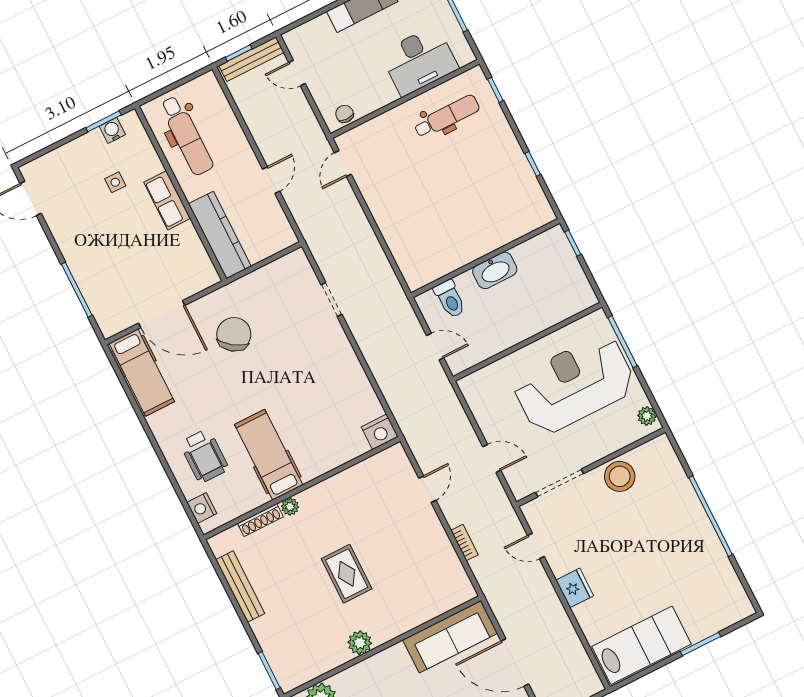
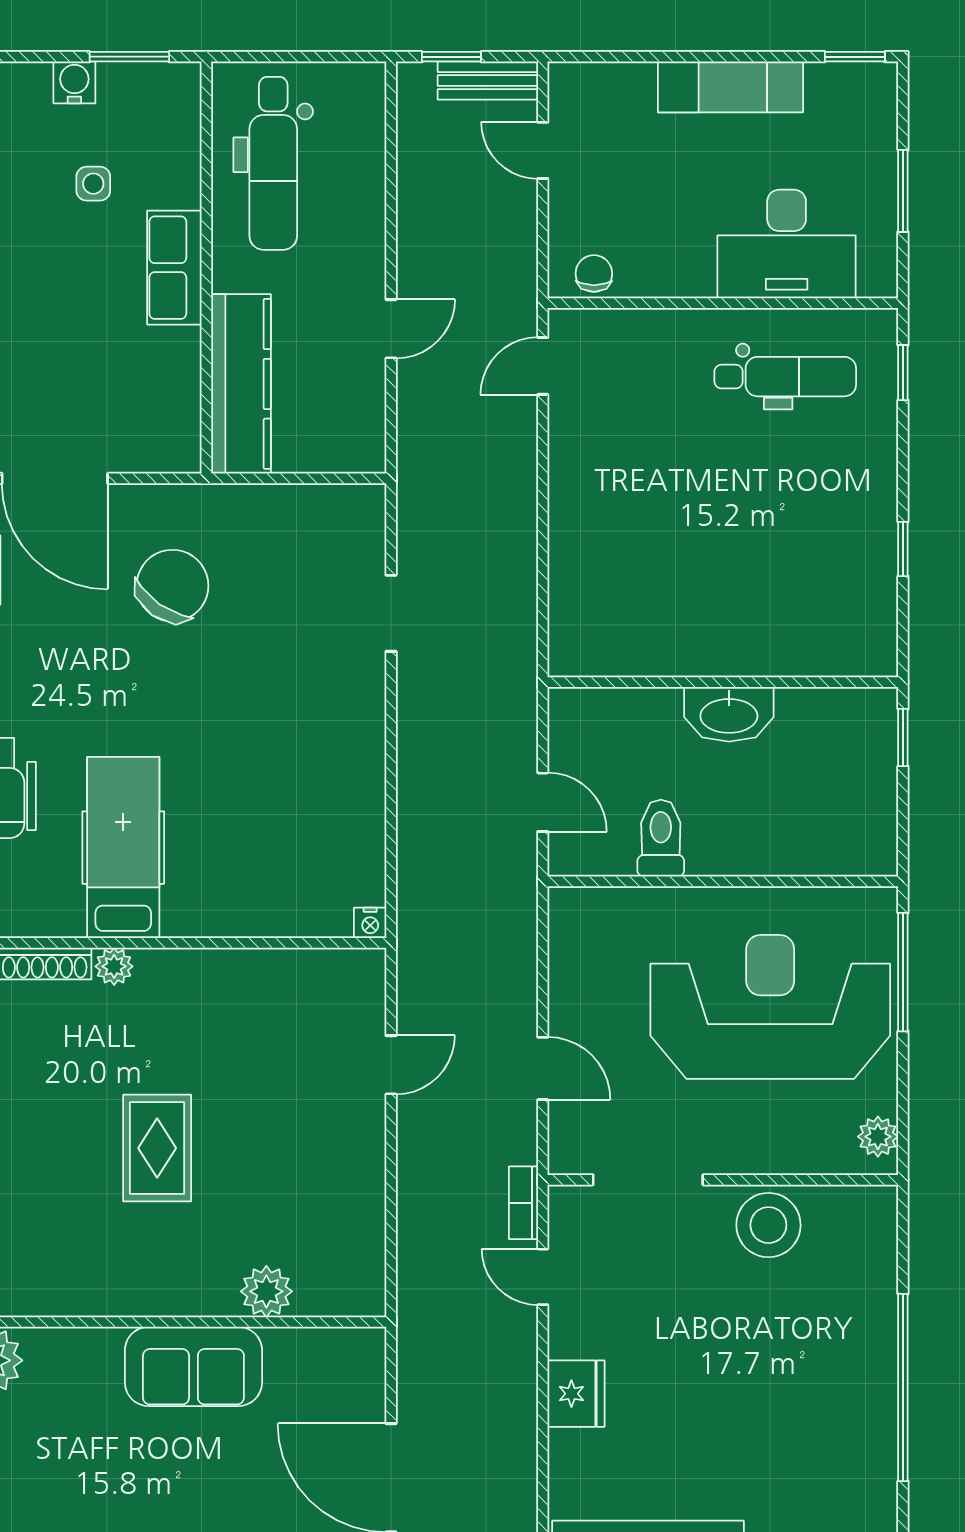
bench: (251, 59) -> (488, 81), width x0.73
water cooler: (112, 130) -> (74, 82), moved
toilet: (450, 299) -> (661, 838), moved, turned 180
nightstand: (380, 432) -> (370, 923), width x0.53, depth x0.56
bookcase: (464, 543) -> (523, 1203), moved, turned 180
sofa: (450, 637) -> (193, 1366), moved, width x0.73
plant: (360, 643) -> (266, 1291), moved

